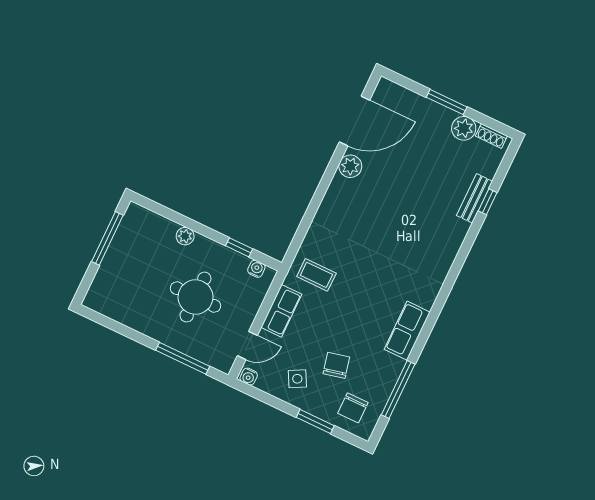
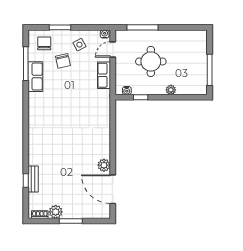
door: (354, 121) -> (113, 189), hinge flipped
coffee table: (316, 275) -> (95, 102), removed
row of seats: (407, 331) -> (35, 77), moved

